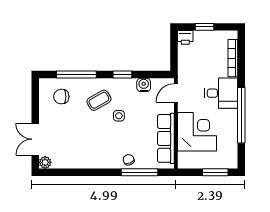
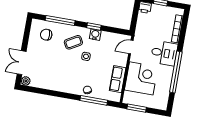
water cooler: (144, 85) -> (95, 35), moved
row of seats: (166, 138) -> (118, 79), width x0.68
window: (215, 172) -> (137, 108), moved

